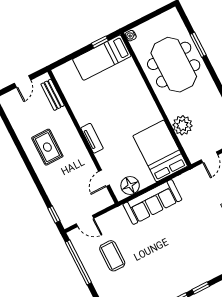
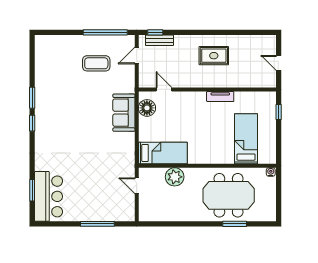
window: (100, 42) -> (279, 112), moved
bed: (102, 58) -> (246, 139), moved
bench: (53, 95) -> (159, 40), moved
tv unit: (92, 138) -> (220, 96), moved
bed: (160, 151) -> (163, 153), width x0.67
sofa: (152, 202) -> (124, 113), width x0.73

